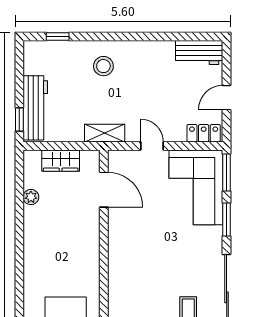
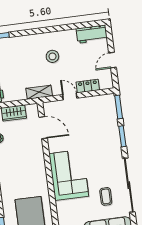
stool: (103, 66) -> (52, 56), moved
locker: (204, 133) -> (88, 86), moved
corner sofa: (196, 187) -> (69, 175), moved, turned 180

